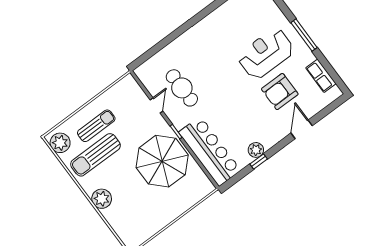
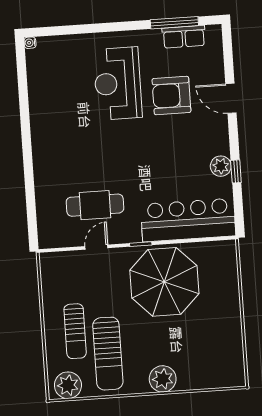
window: (304, 35) -> (174, 23), moved
armchair: (280, 92) -> (171, 96), turned 90
door: (157, 105) -> (96, 247), hinge flipped
sun lounger: (96, 126) -> (75, 331), turned 180

